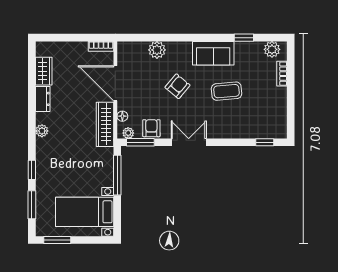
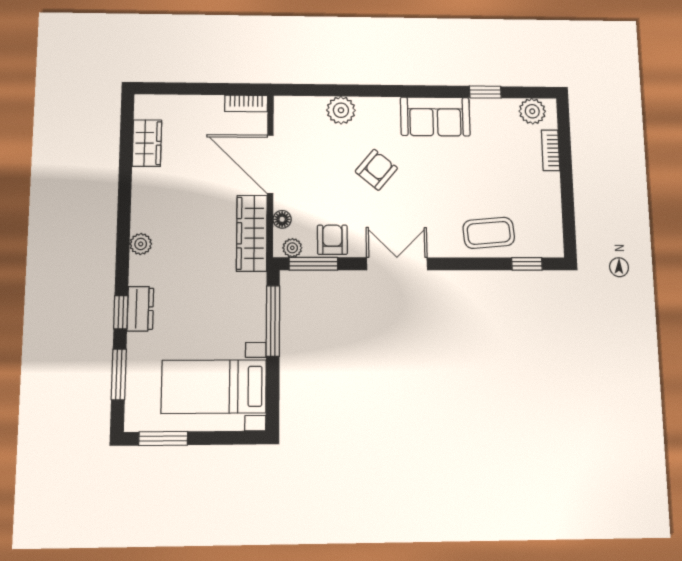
coffee table: (226, 91) -> (489, 233), moved
dresser: (43, 99) -> (140, 309), moved

